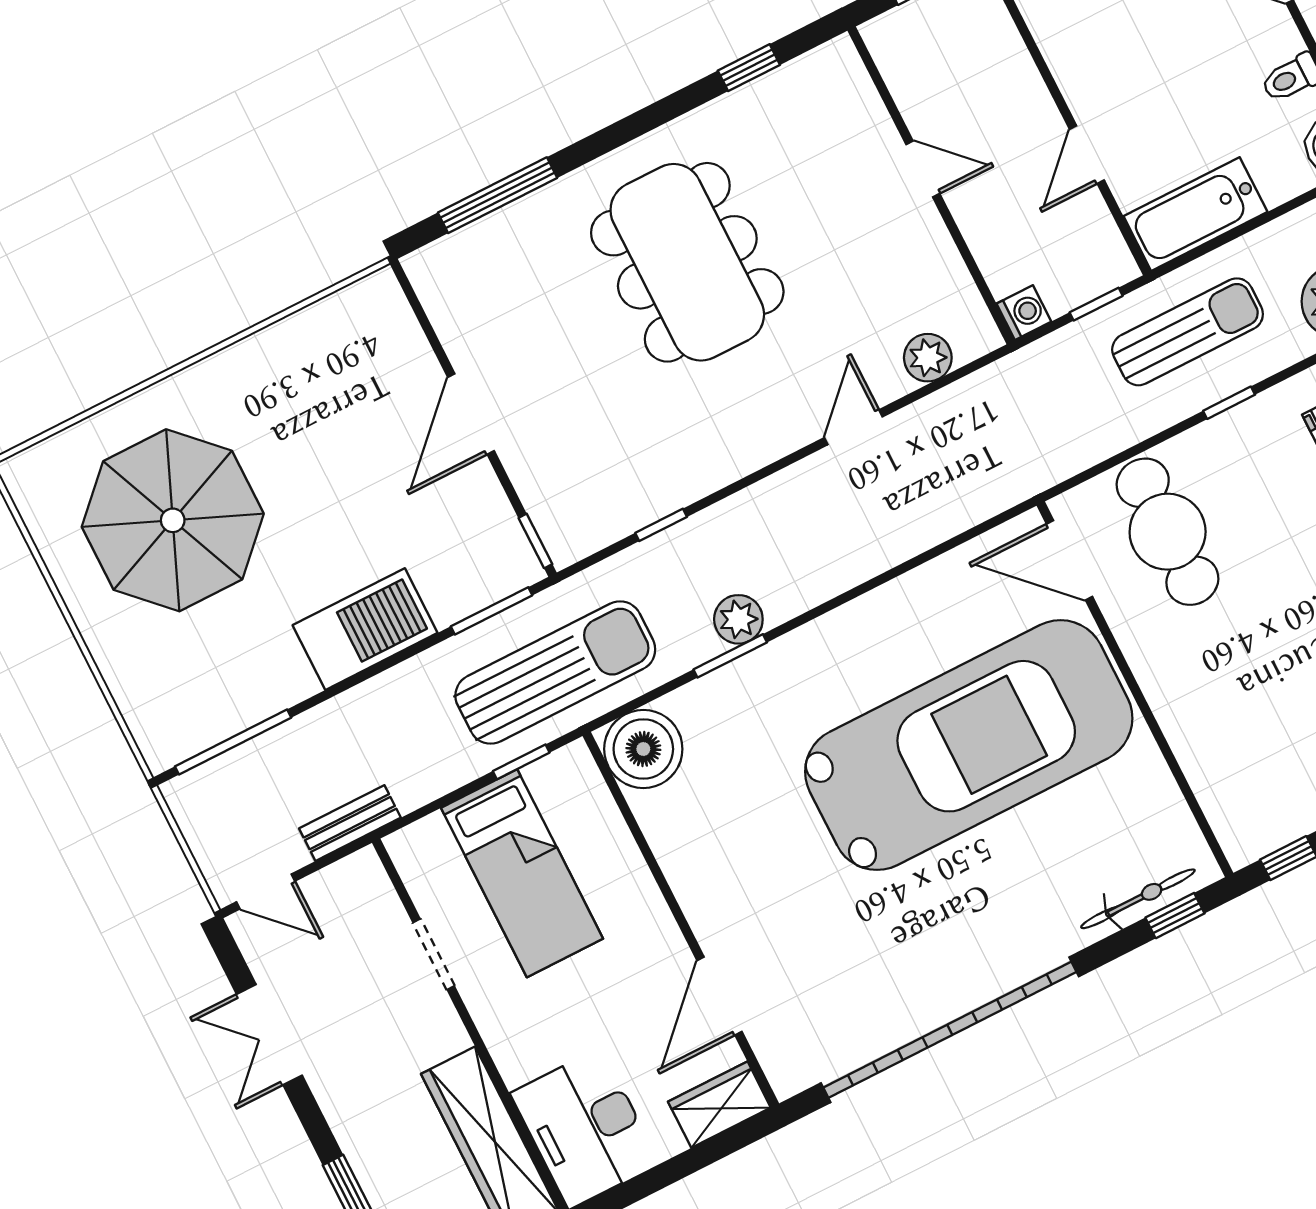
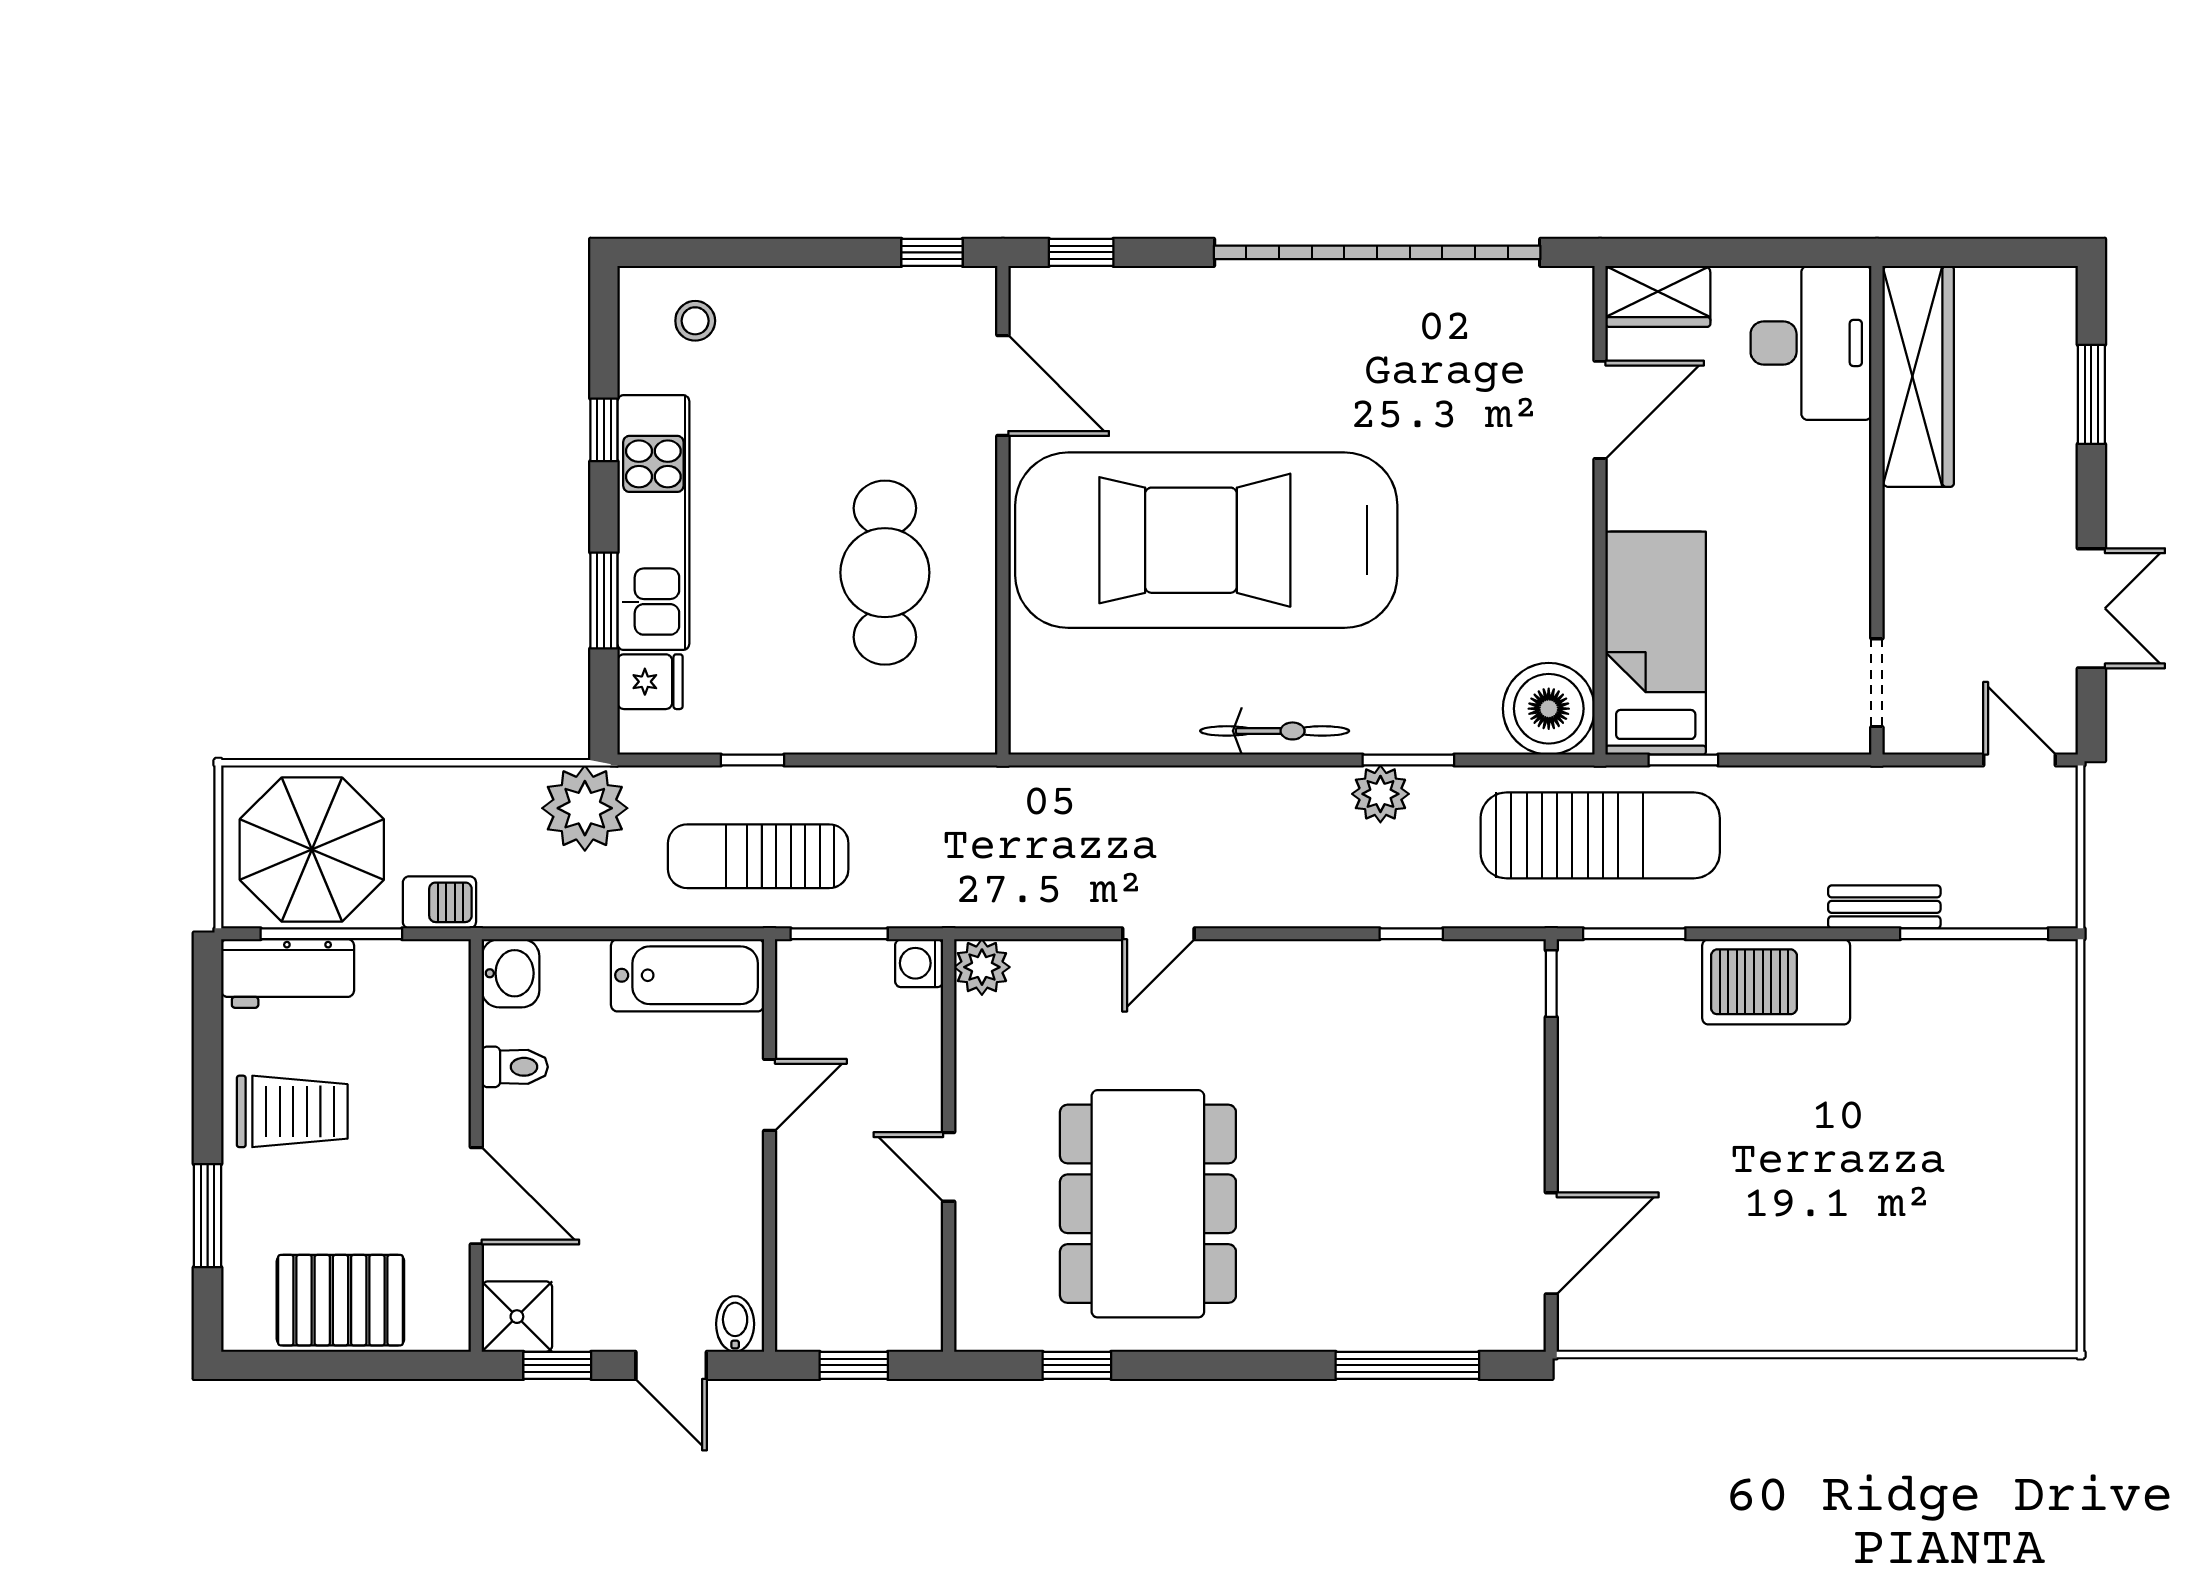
dining table: (687, 262) -> (1148, 1204), moved
window: (1096, 304) -> (839, 934), width x1.50
plant: (928, 358) -> (982, 967), moved
door: (471, 414) -> (1551, 1243), moved
parasol: (173, 520) -> (1920, 1198), removed
cafe table: (1168, 532) -> (885, 573), moved
door: (1069, 560) -> (1003, 386), moved
sun lounger: (555, 673) -> (1600, 835), turned 180
bench: (350, 823) -> (1884, 907), moved
bed: (522, 873) -> (1656, 643), moved
bicycle: (1138, 899) -> (1275, 731), moved, turned 180
doorway: (434, 954) -> (1877, 683), moved

